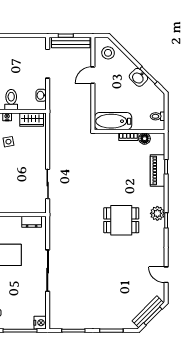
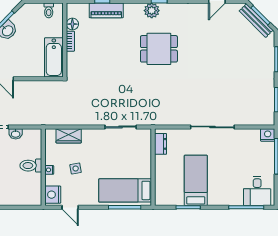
washbasin: (41, 95) -> (16, 134), moved
wardrobe: (32, 120) -> (69, 136), moved, turned 90
dining table: (121, 220) -> (159, 49), turned 90

